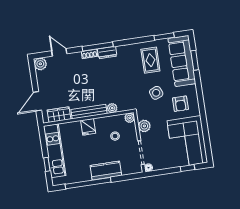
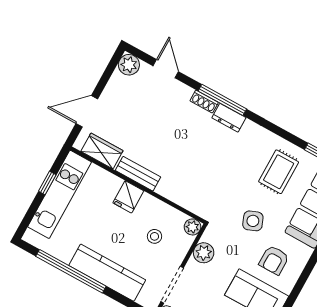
plant: (112, 108) -> (179, 196), removed
bench: (89, 112) -> (138, 174), width x0.73
window: (47, 164) -> (47, 183), moved
kitchen counter: (106, 171) -> (107, 273), width x1.50

